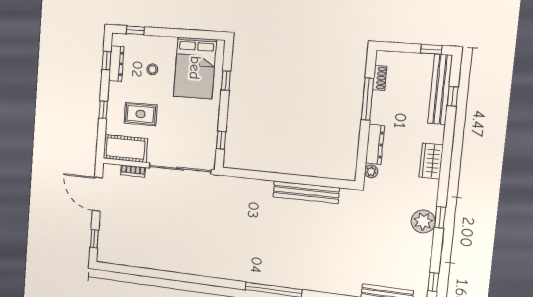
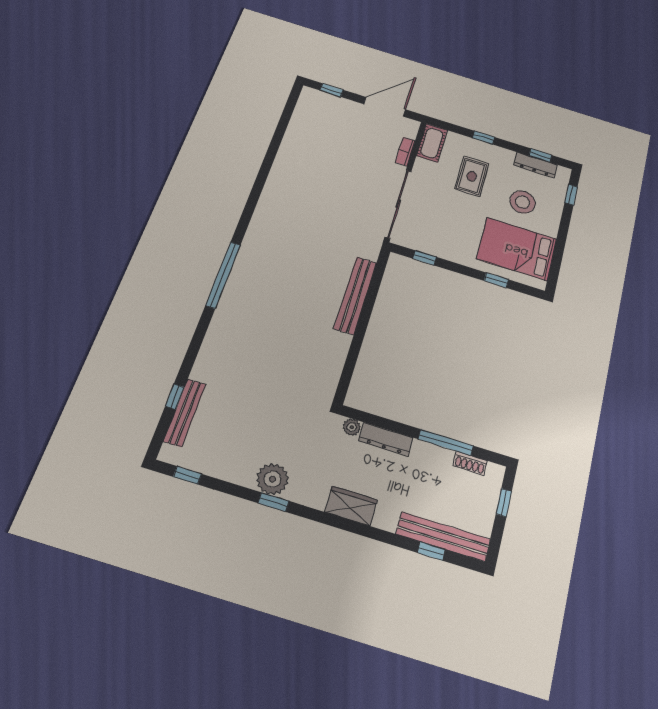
window: (431, 49) -> (504, 503), moved
stool: (152, 69) -> (523, 202), width x1.89, depth x1.89
cot: (125, 148) -> (432, 143), width x0.73, depth x0.75
bench: (306, 192) -> (355, 295), moved

